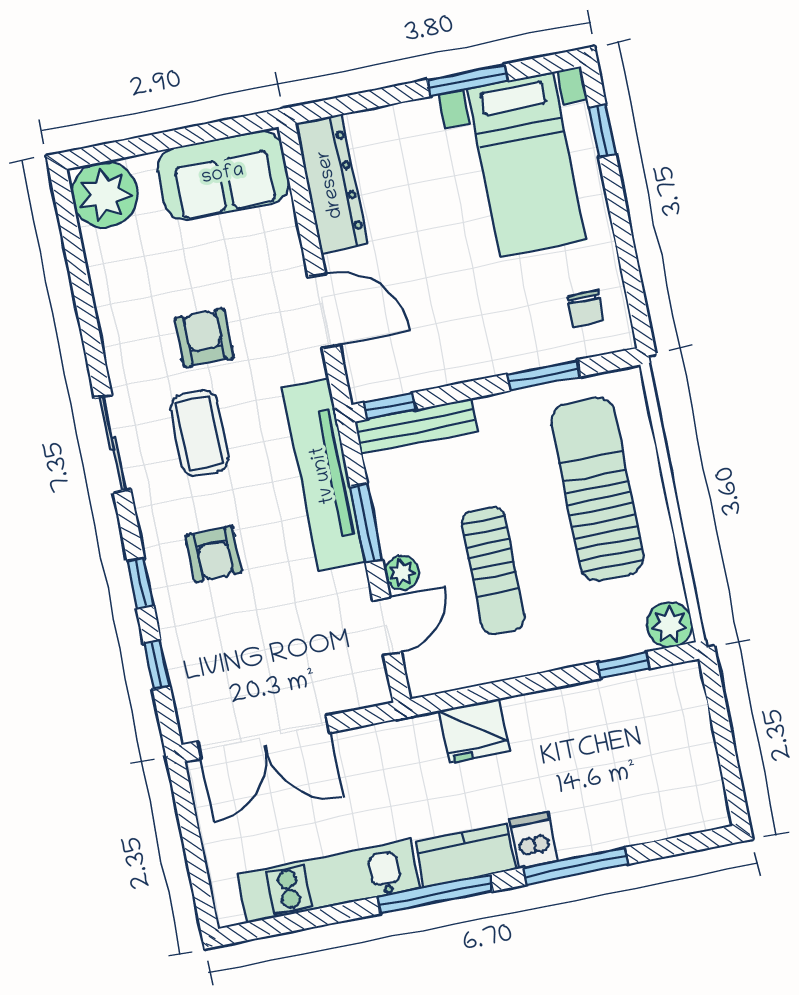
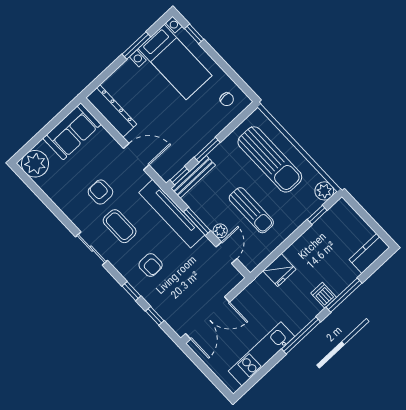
window: (544, 375) -> (207, 150), moved
sun lounger: (597, 489) -> (270, 159), turned 180
kitchen counter: (465, 856) -> (369, 253), moved

